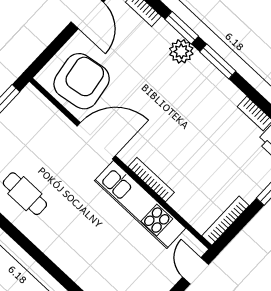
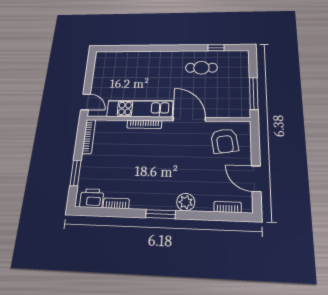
window: (182, 28) -> (197, 215), removed
armchair: (82, 81) -> (224, 141), width x0.73, depth x0.73
door: (96, 141) -> (189, 119), swing flipped

